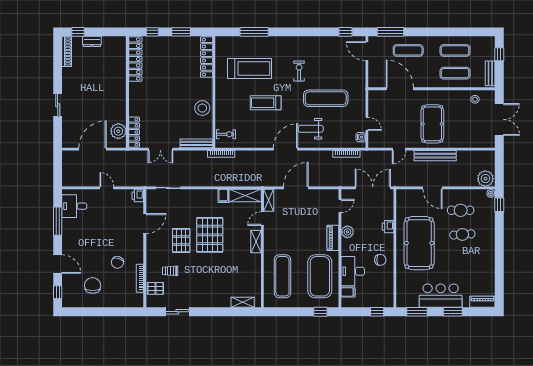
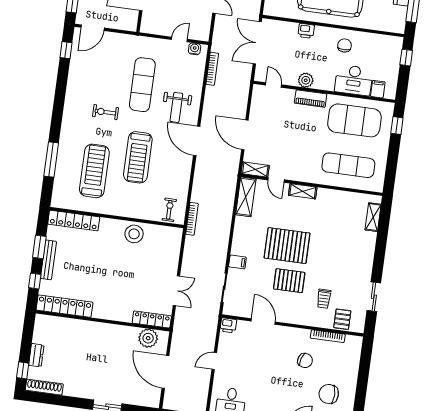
treadmill: (266, 103) -> (138, 157), width x1.37, depth x1.38
bench: (196, 143) -> (48, 260), moved
filing cabinet: (223, 196) -> (237, 262), moved

